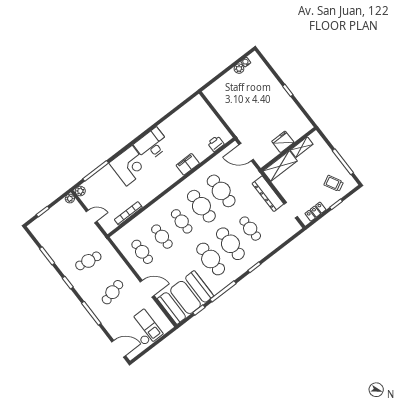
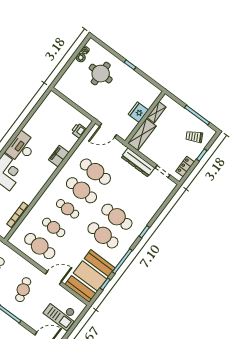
round table: (255, 91) -> (101, 74), added
cafe table: (250, 229) -> (131, 198), removed
cafe table: (142, 252) -> (40, 246), width x1.37, depth x1.35
checkout: (145, 328) -> (61, 314), turned 180

